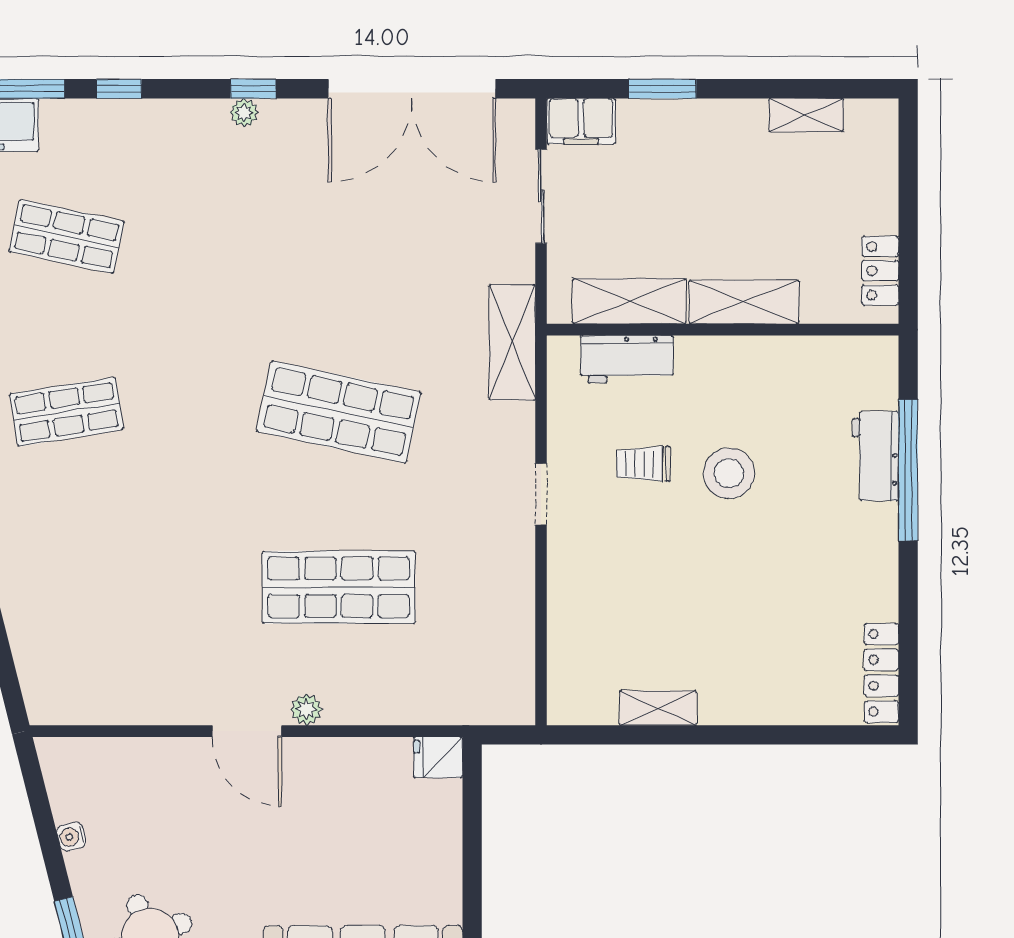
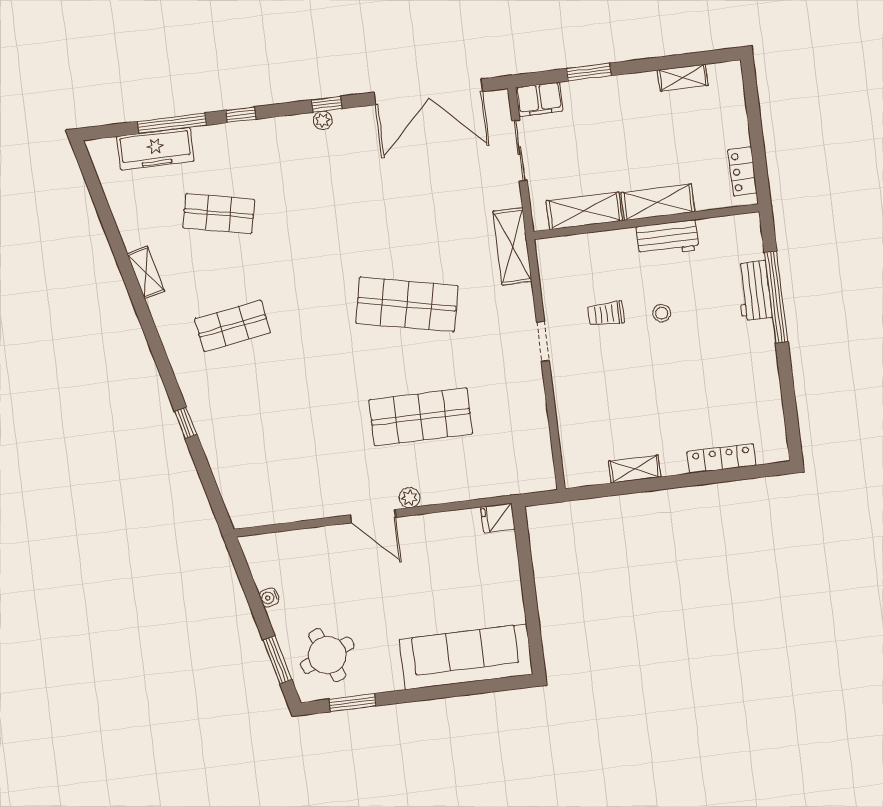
workbench: (627, 359) -> (668, 238), moved
stool: (729, 473) -> (662, 313), width x0.53, depth x0.53
locker: (881, 673) -> (721, 459), moved, turned 90

